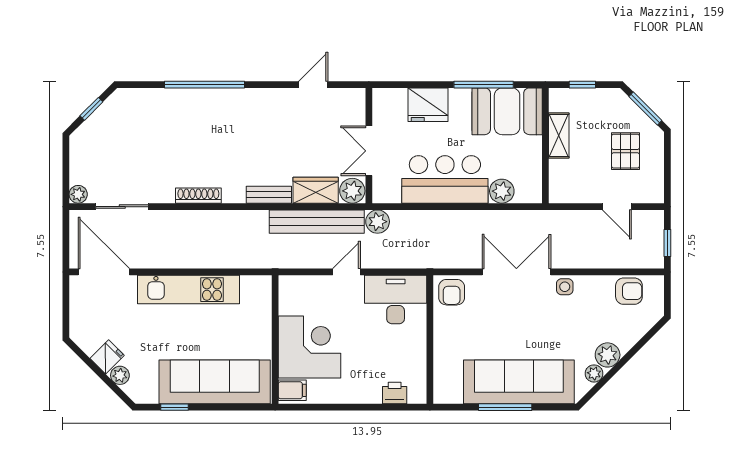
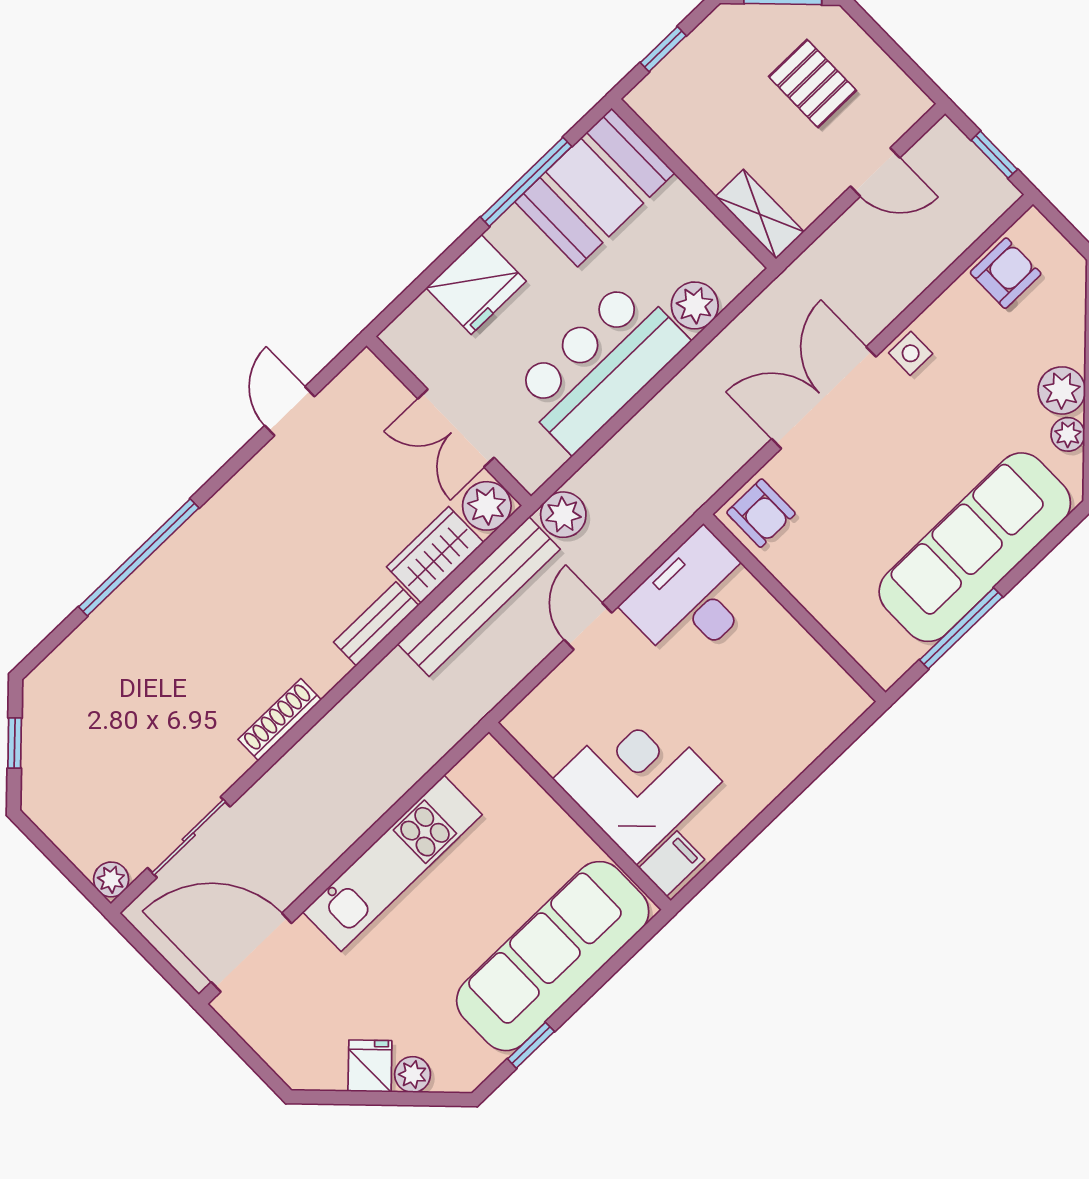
shelving: (559, 135) -> (760, 214), moved
printer: (395, 393) -> (817, 729), removed
window: (505, 407) -> (961, 628), moved

